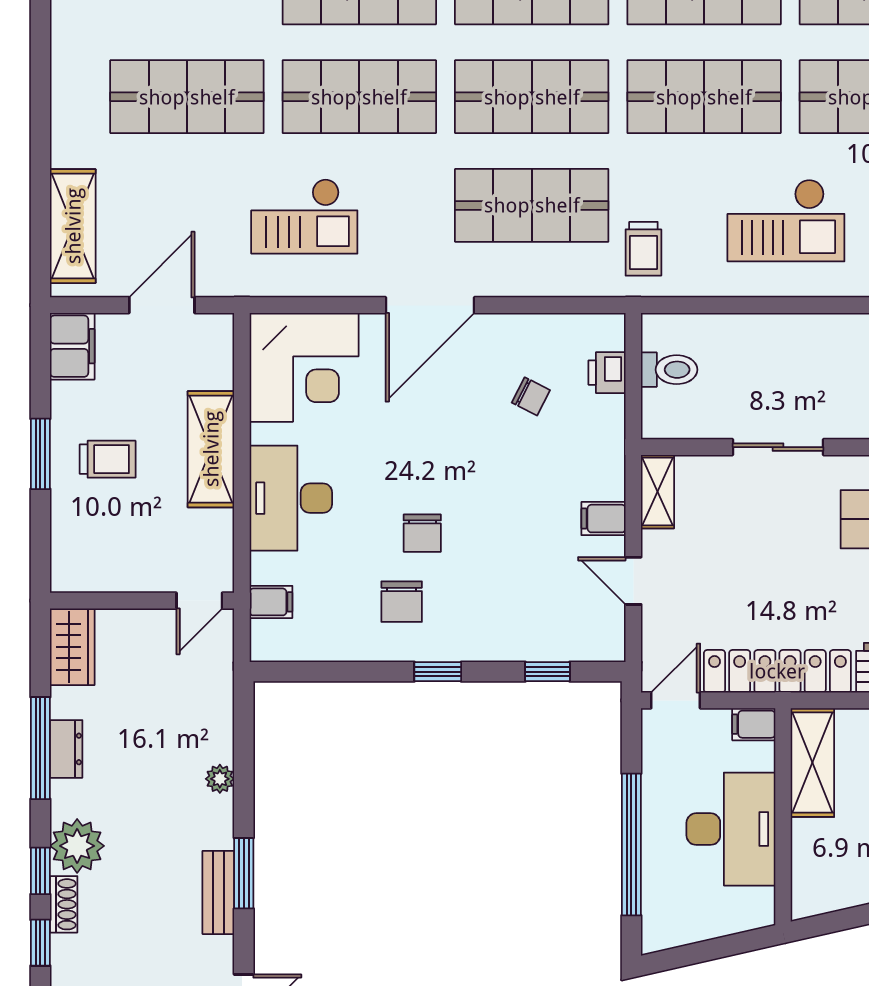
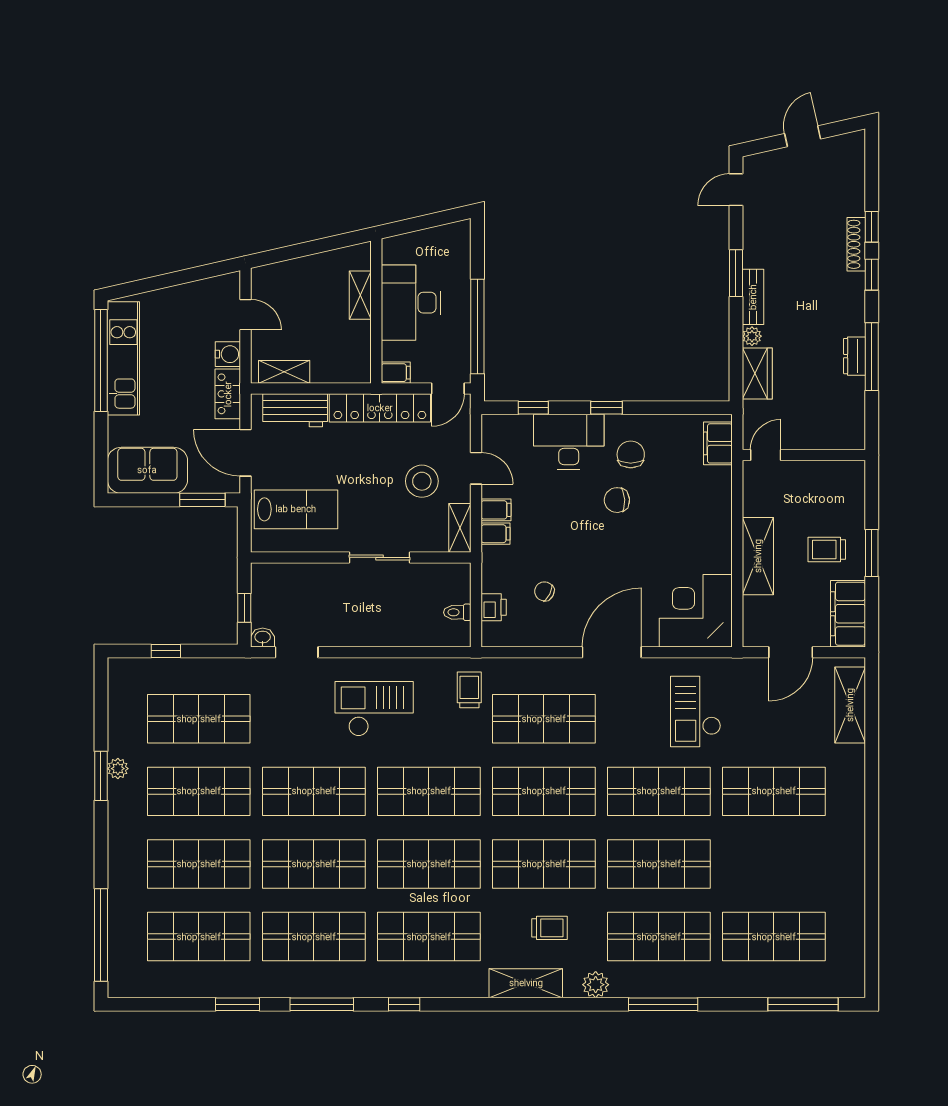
checkout: (304, 216) -> (696, 712), turned -90
filing cabinet: (72, 346) -> (848, 614), width x1.50, depth x1.17
toilet: (669, 370) -> (457, 612), width x0.73, depth x0.72
filing cabinet: (604, 483) -> (496, 534), added
desk: (291, 498) -> (569, 442), moved, turned -90
chair: (422, 533) -> (617, 500), turned -94
stool: (715, 561) -> (422, 481), added
filing cabinet: (271, 602) -> (718, 443), width x2.00
wardrobe: (72, 647) -> (757, 373), moved, turned 180
shelving: (812, 763) -> (360, 295), moved, width x0.67, depth x0.75
window: (631, 844) -> (477, 326), moved
plant: (77, 846) -> (847, 291), removed
bench: (218, 892) -> (753, 297), moved
shoe rack: (64, 904) -> (856, 244), width x1.43

